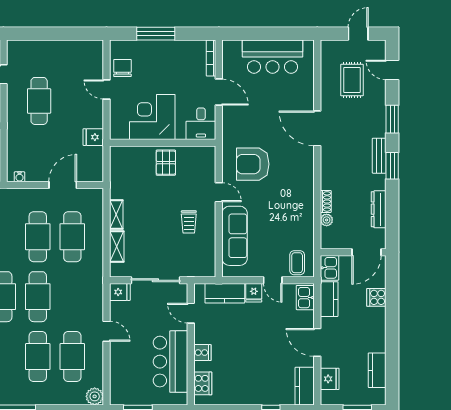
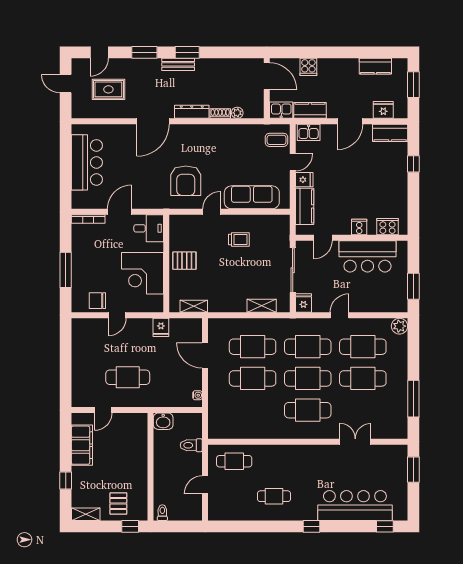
dresser: (379, 209) -> (192, 112), moved, turned 180
shelving: (116, 215) -> (194, 306), moved
cafe table: (72, 297) -> (308, 347), added

